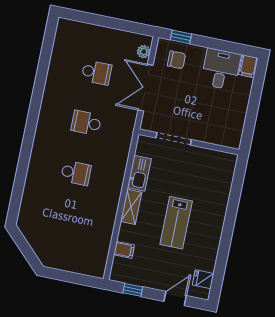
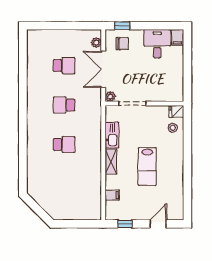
plant: (147, 124) -> (110, 97), added
stool: (219, 180) -> (173, 128), added
fridge: (203, 279) -> (176, 112), moved

